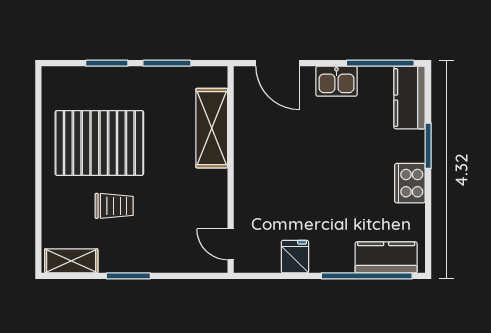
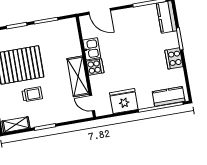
kitchen sink: (336, 81) -> (92, 49), moved, turned -90
shelving: (212, 128) -> (78, 76), moved
cooker: (249, 173) -> (95, 67), added
fridge: (295, 257) -> (124, 101), width x1.88, depth x1.34

